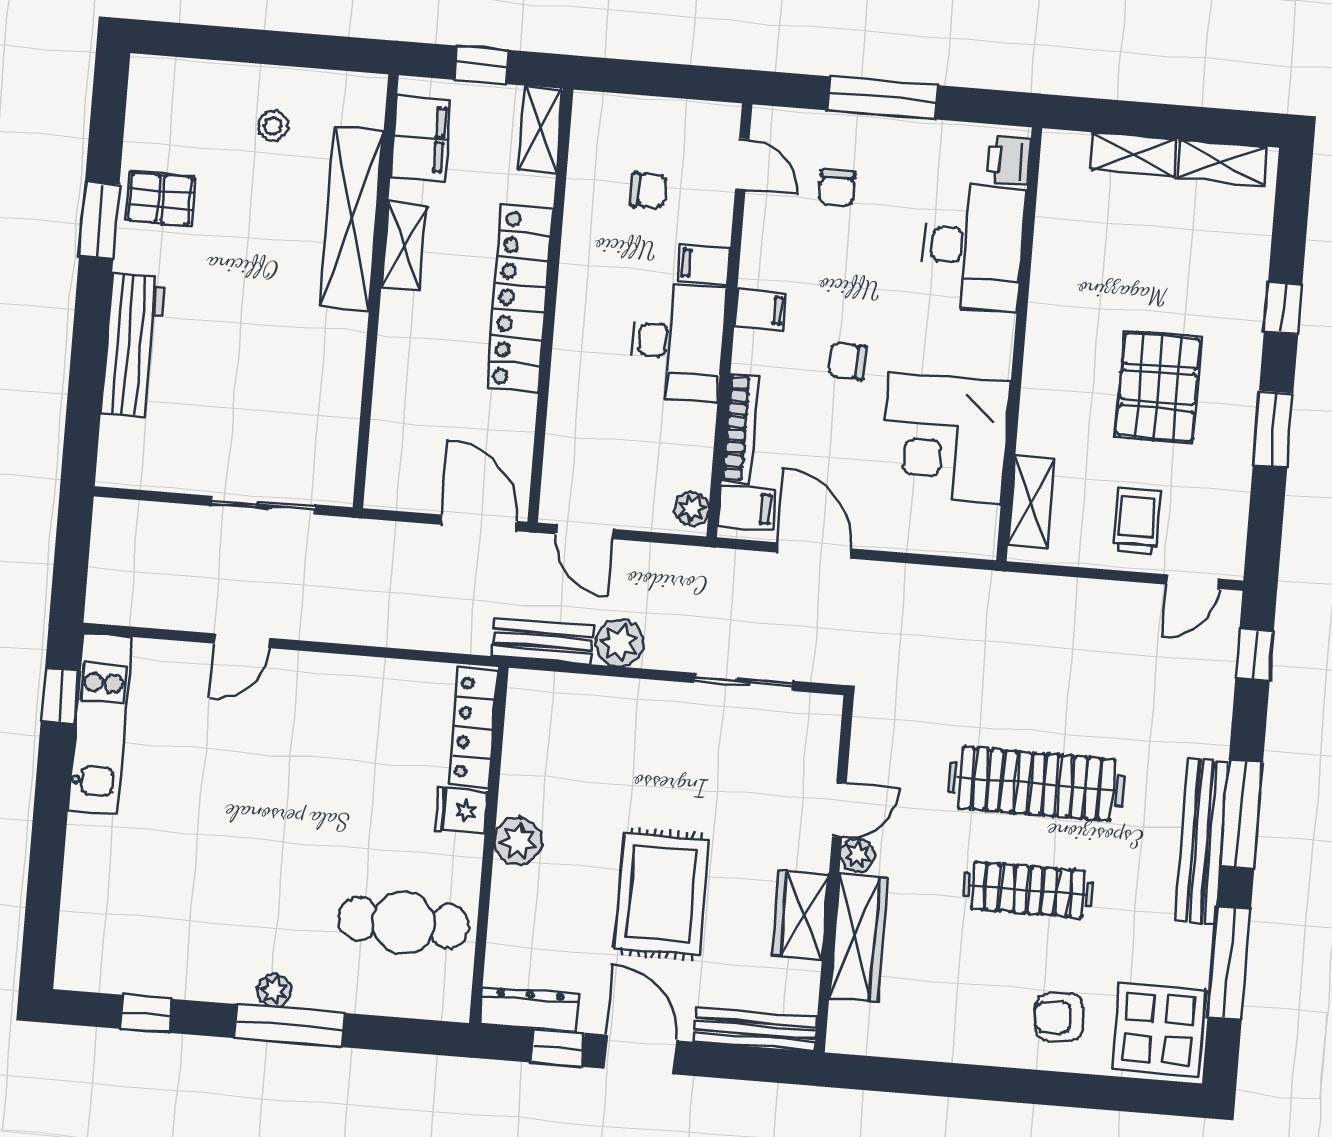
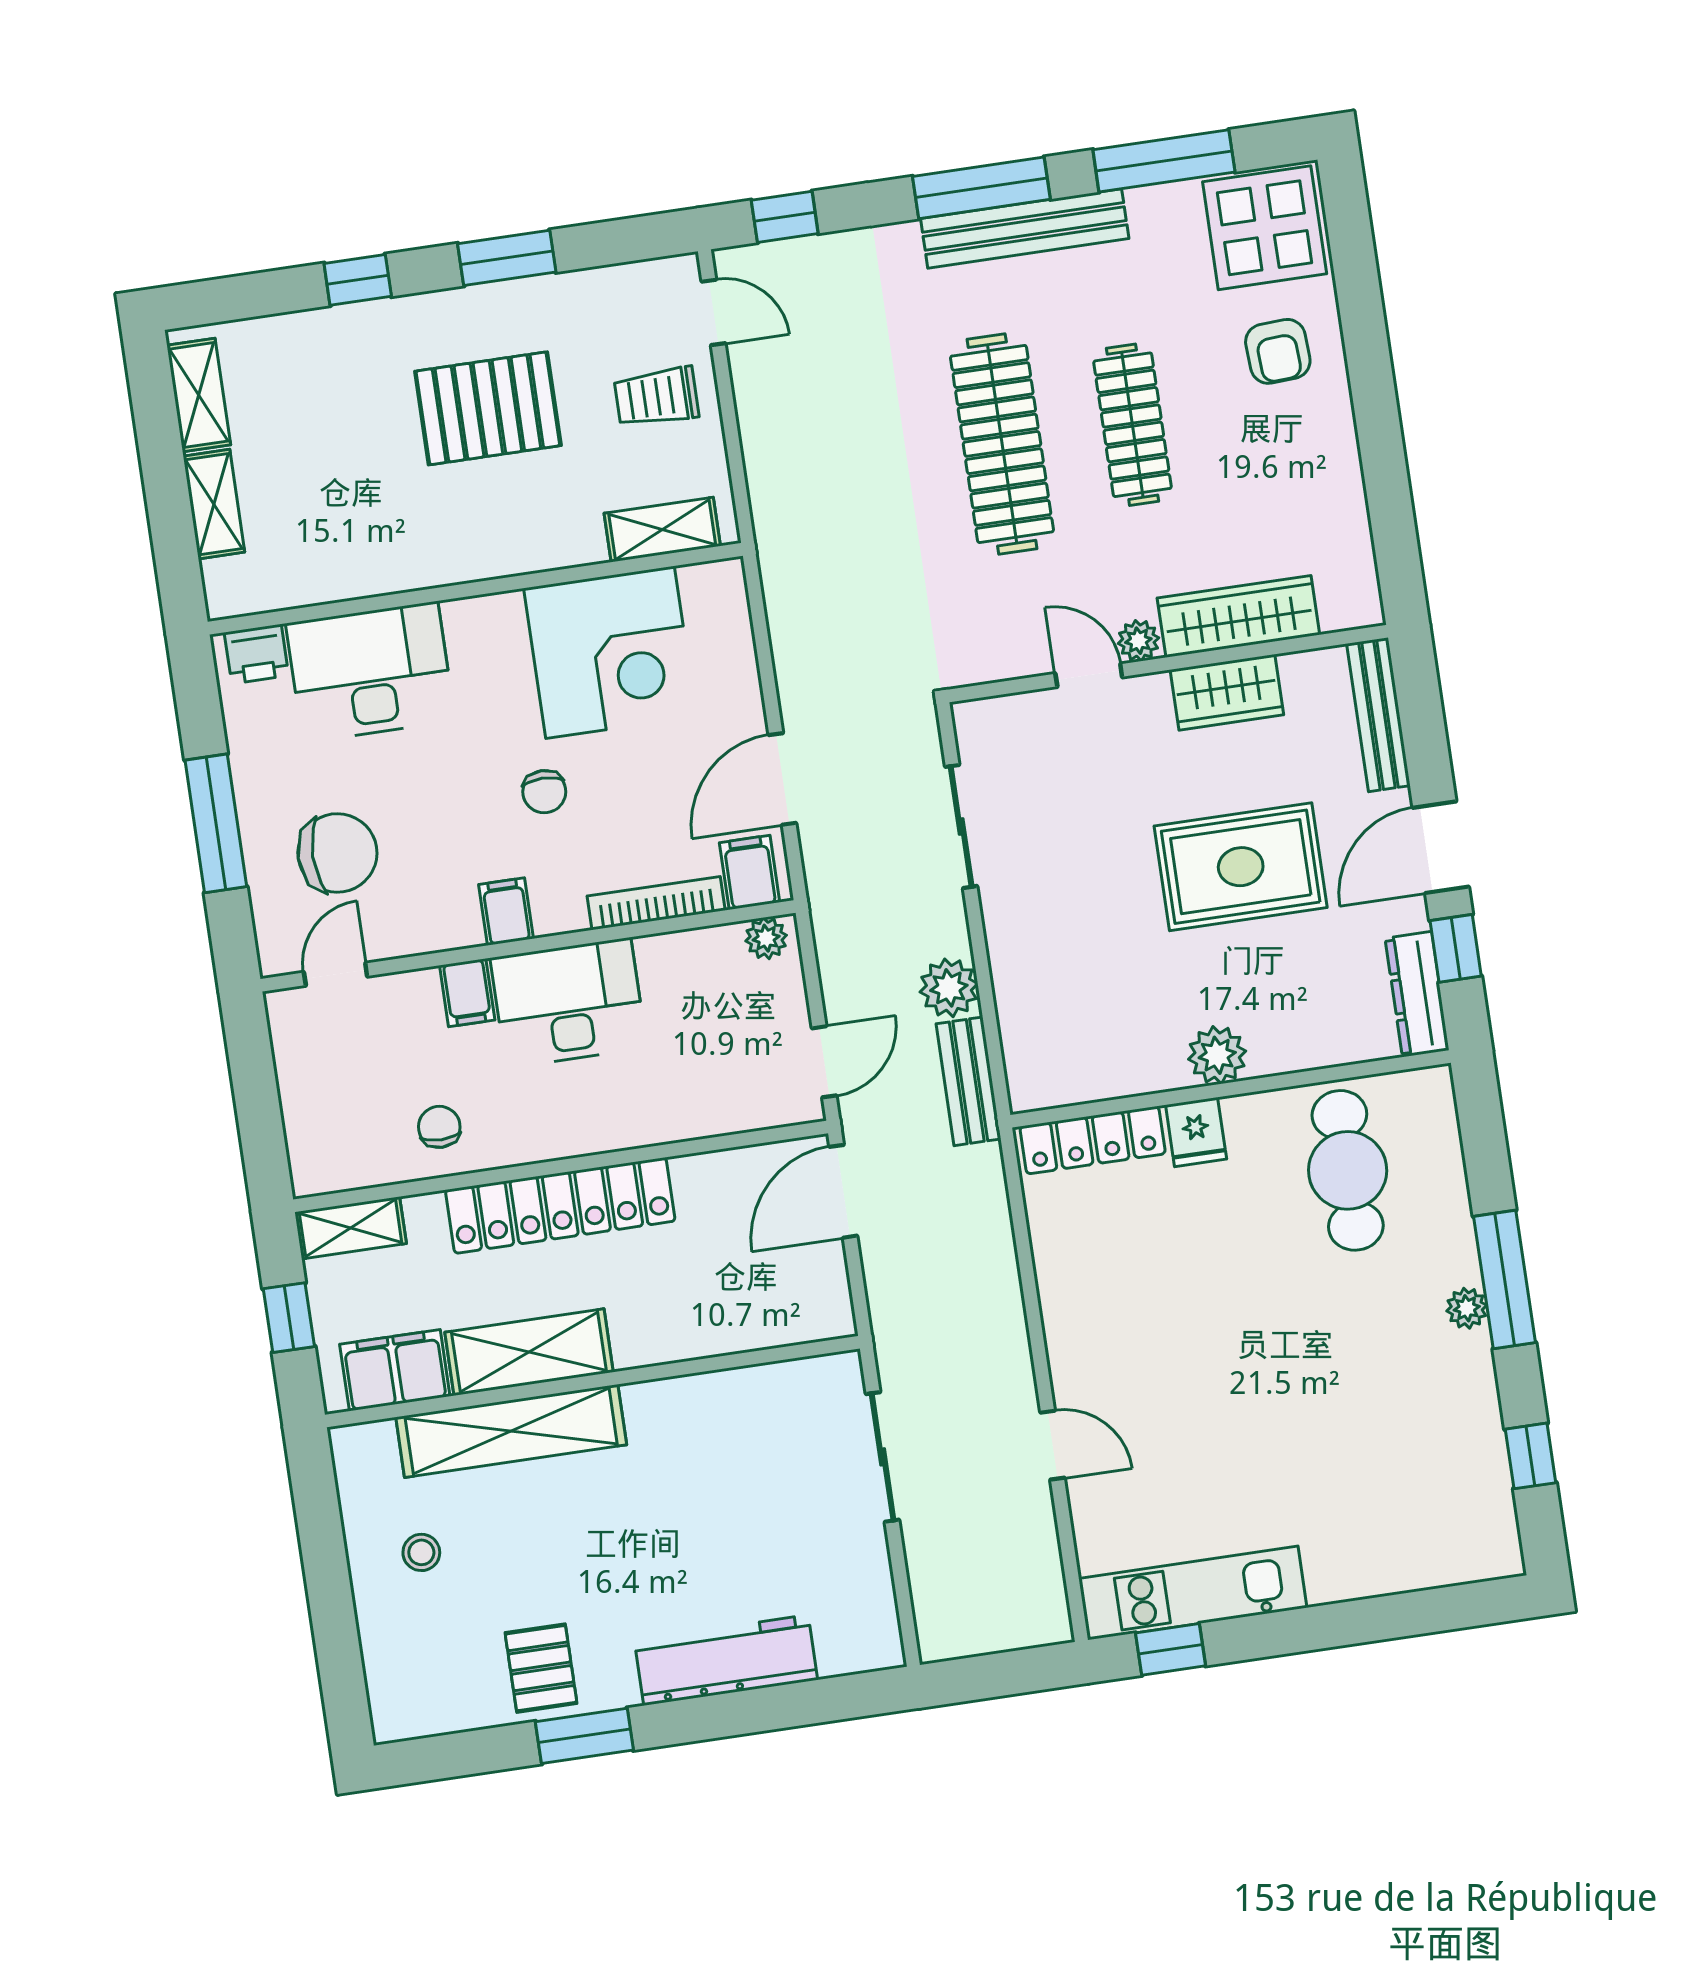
chair: (837, 188) -> (337, 853), width x1.87, depth x1.87
chair: (648, 190) -> (439, 1127), moved
shelving: (404, 246) -> (529, 1352), width x1.50, depth x1.33

